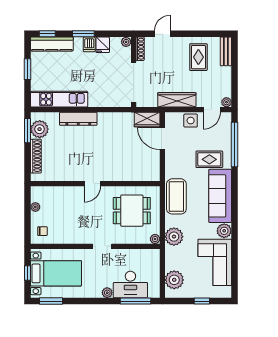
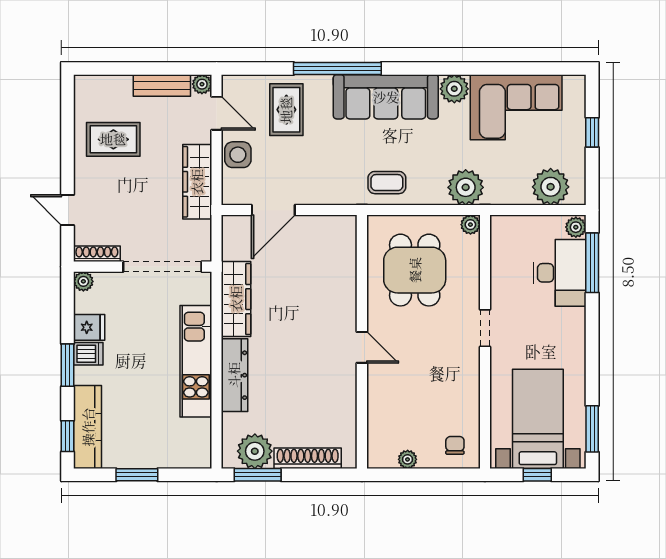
bench: (226, 51) -> (162, 85), moved
kitchen unit: (59, 99) -> (196, 361), moved
wardrobe: (147, 120) -> (236, 299), moved, width x1.50
window: (235, 144) -> (337, 68), moved
rug: (209, 159) -> (286, 110), moved
coffee table: (176, 196) -> (387, 183), width x0.54, depth x0.58
plant: (107, 293) -> (576, 227), moved

